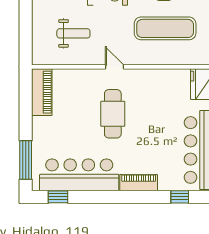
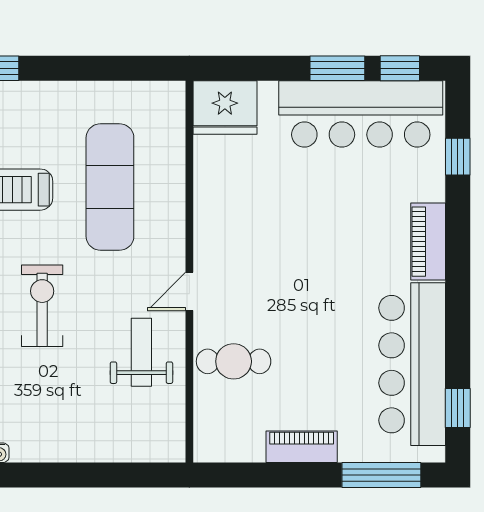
weight bench: (73, 33) -> (141, 352), moved
piano: (42, 92) -> (302, 447), moved, width x0.73, depth x0.75
cafe table: (113, 114) -> (234, 361), moved, width x0.73, depth x0.74

